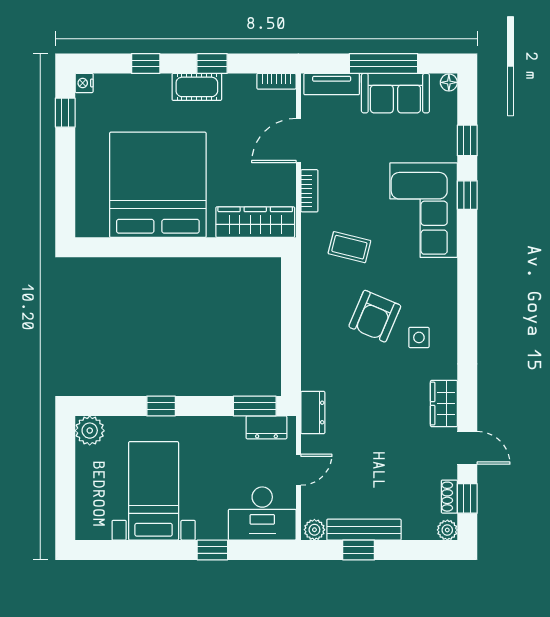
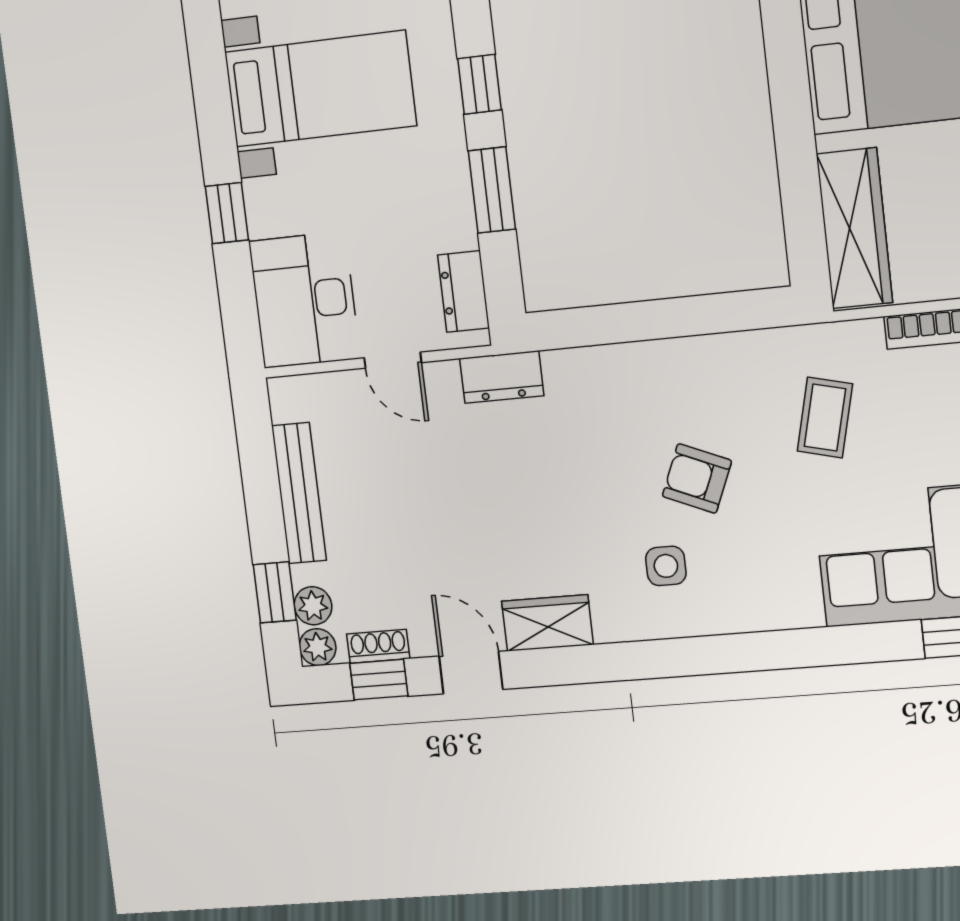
armchair: (375, 316) -> (697, 478), width x0.72, depth x0.72
window: (255, 406) -> (492, 190), moved
door: (467, 448) -> (471, 673), swing flipped
plant: (314, 530) -> (313, 606), moved
window: (359, 550) -> (275, 592), moved

